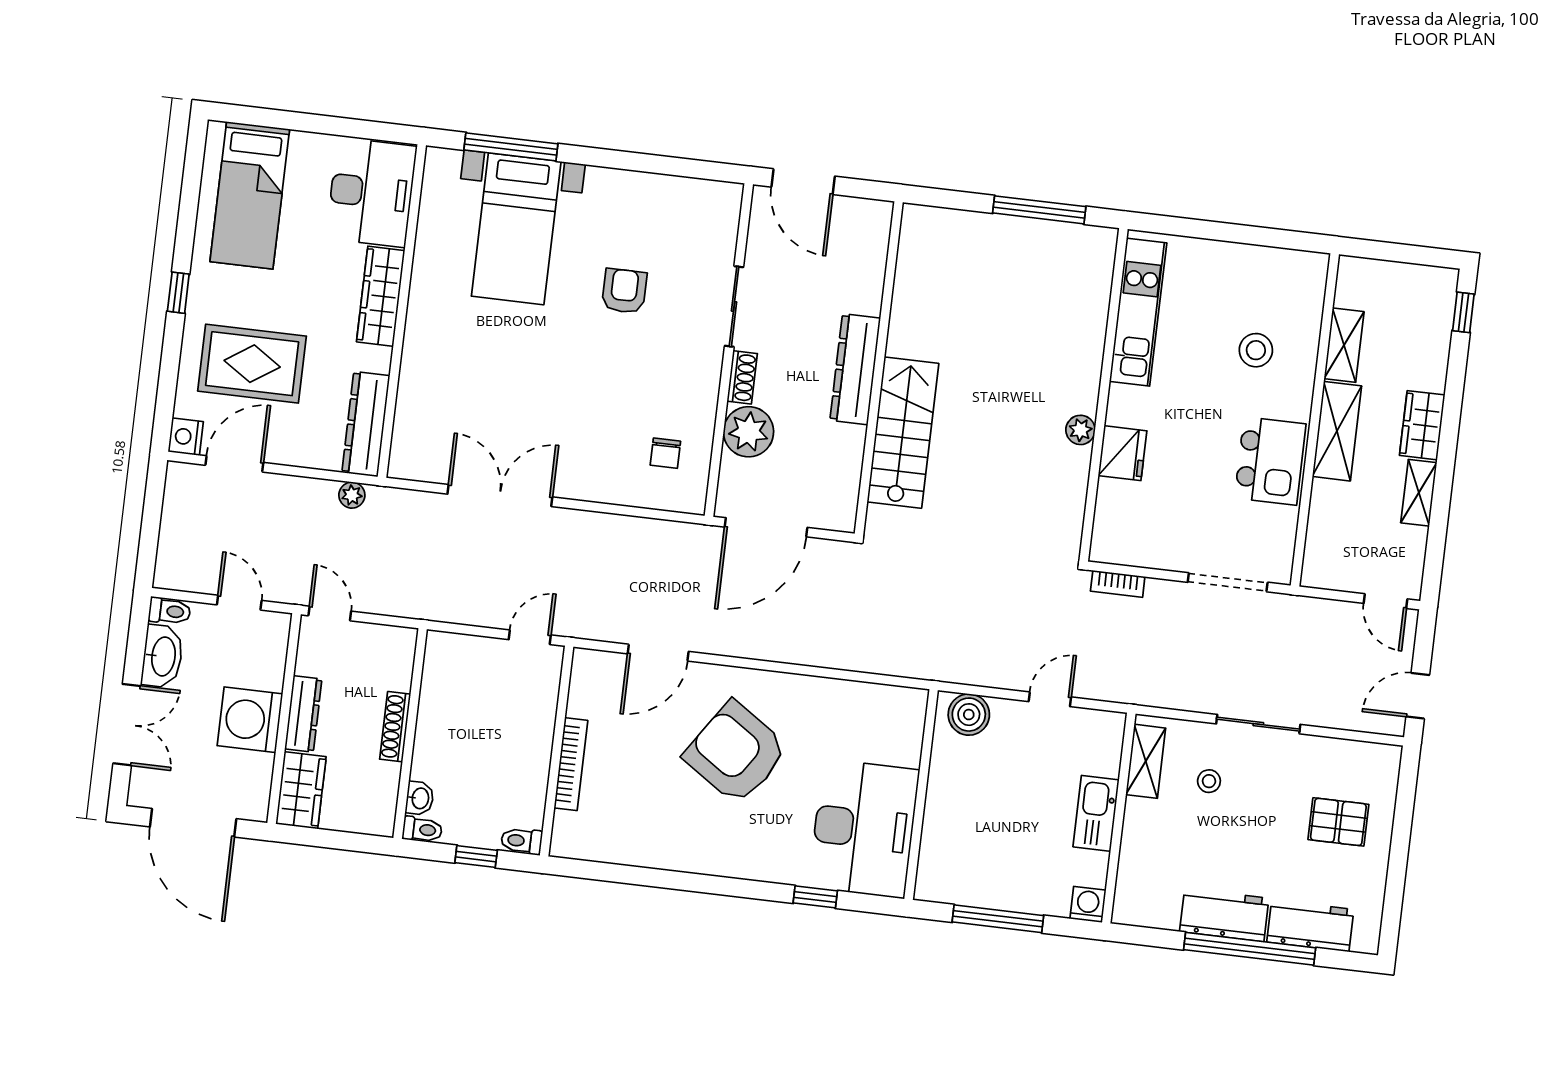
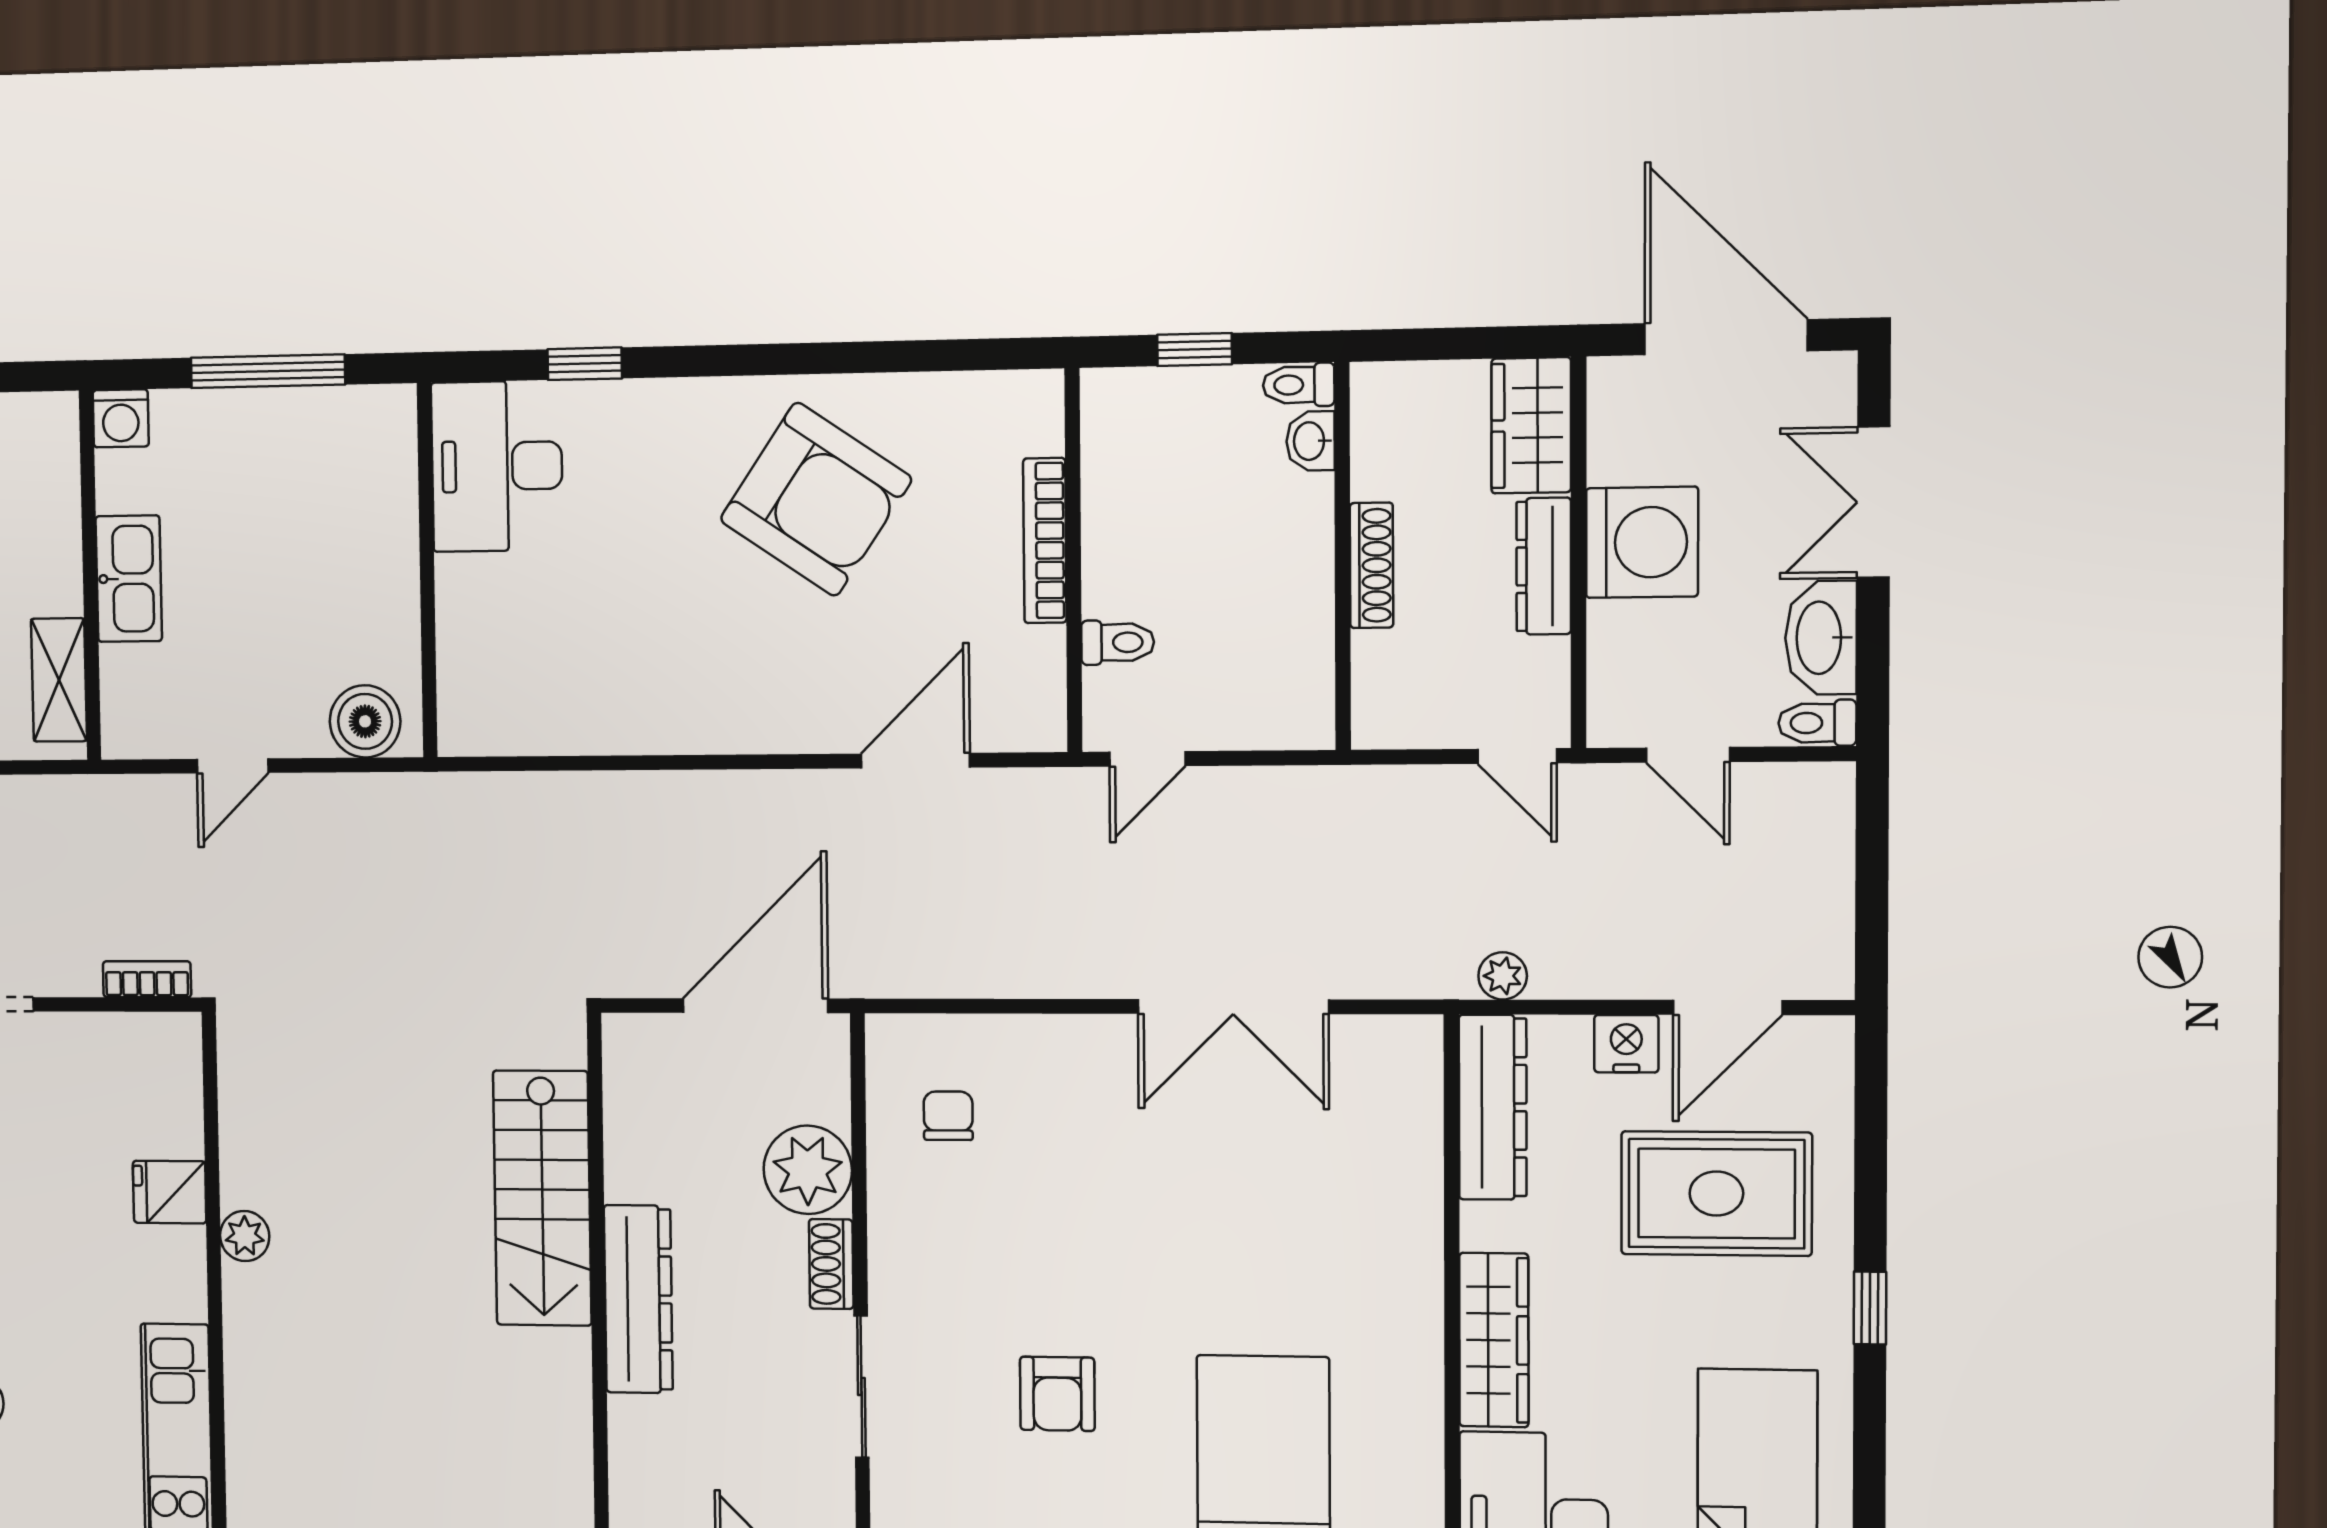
nightstand: (186, 437) -> (1626, 1044), moved, turned -90
fridge: (1123, 453) -> (170, 1192), width x0.72
armchair: (736, 753) -> (816, 499), moved
desk: (864, 829) -> (497, 466), width x0.73, depth x0.77
toilet: (522, 841) -> (1118, 642), moved

